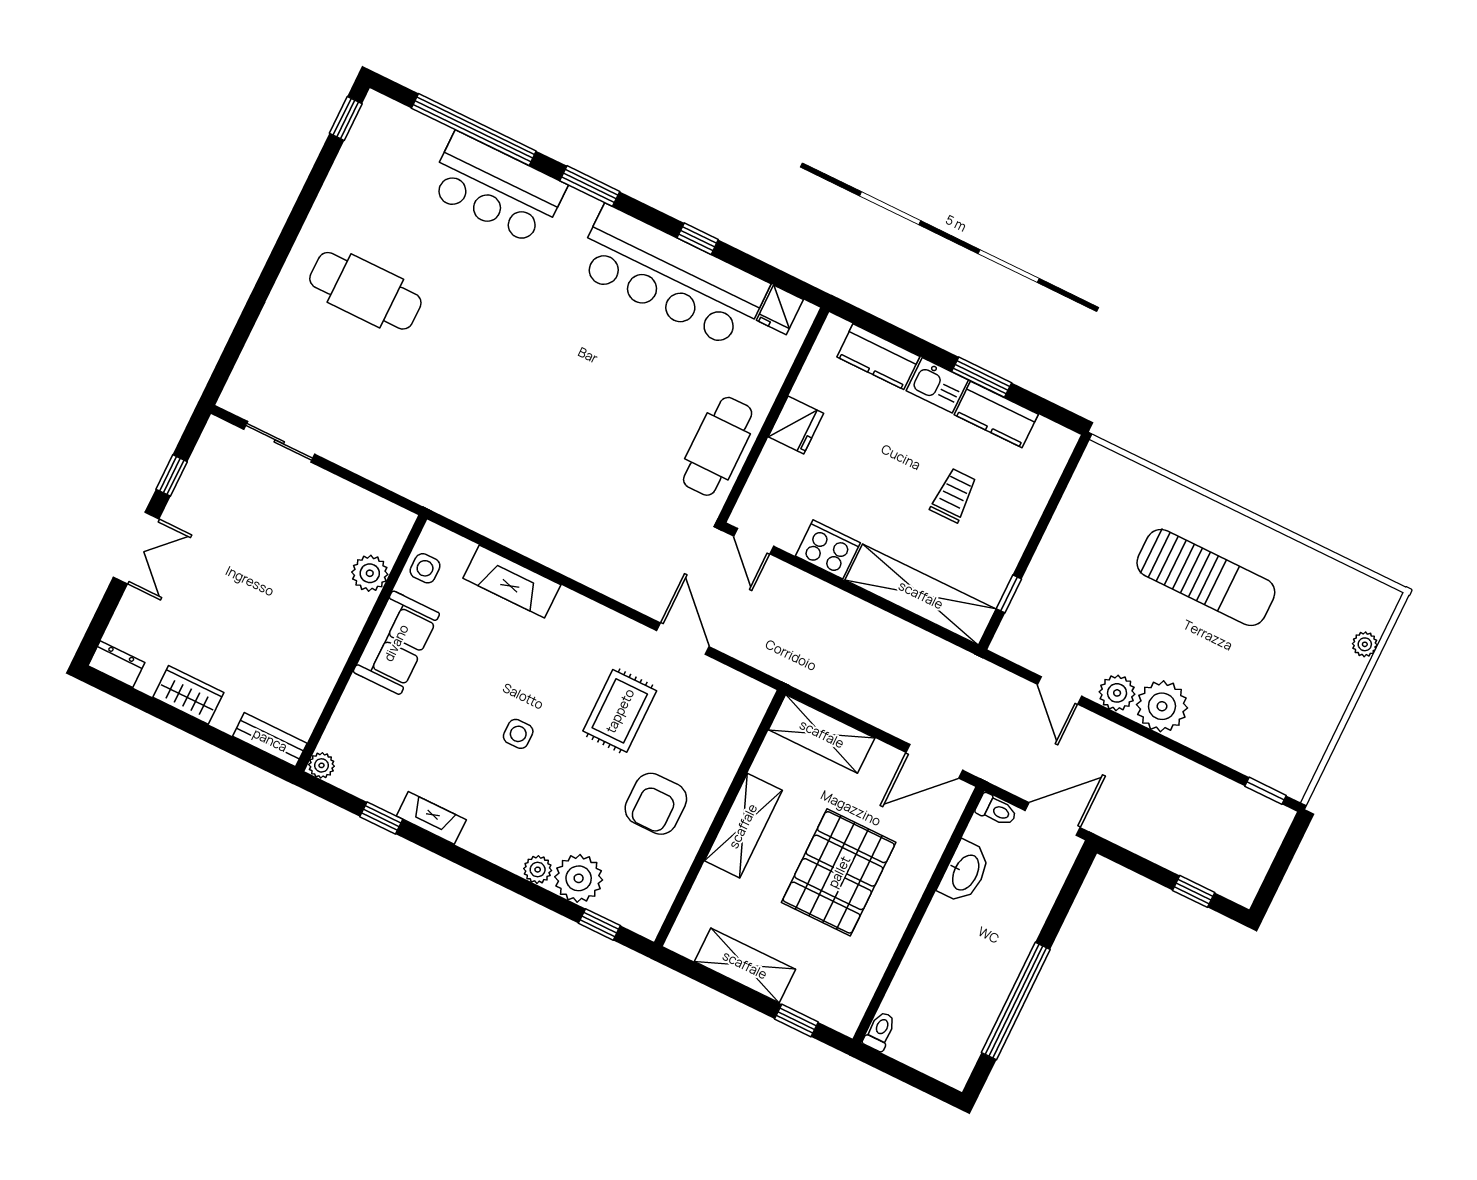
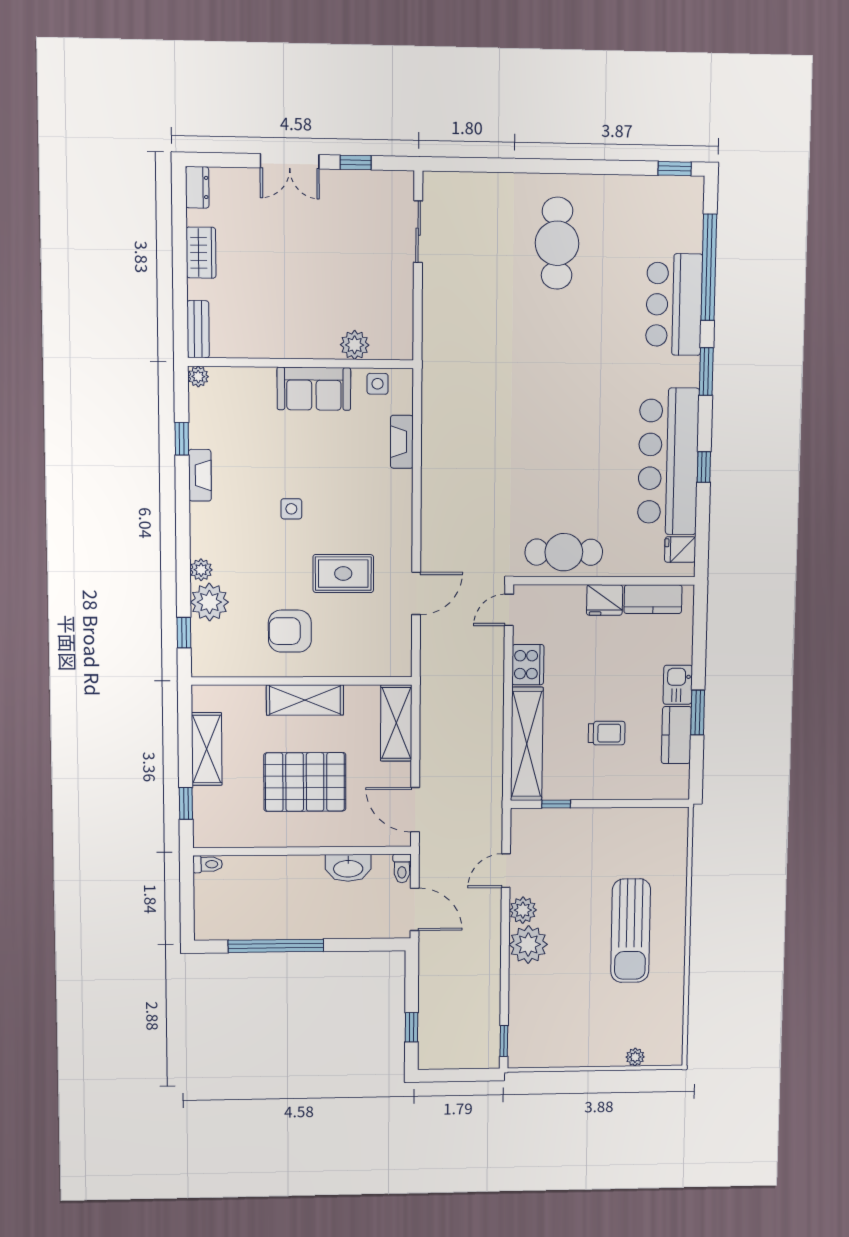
kitchen counter: (878, 357) -> (653, 599), moved, turned -90
fireplace: (512, 582) -> (402, 442), width x0.73, depth x0.76

